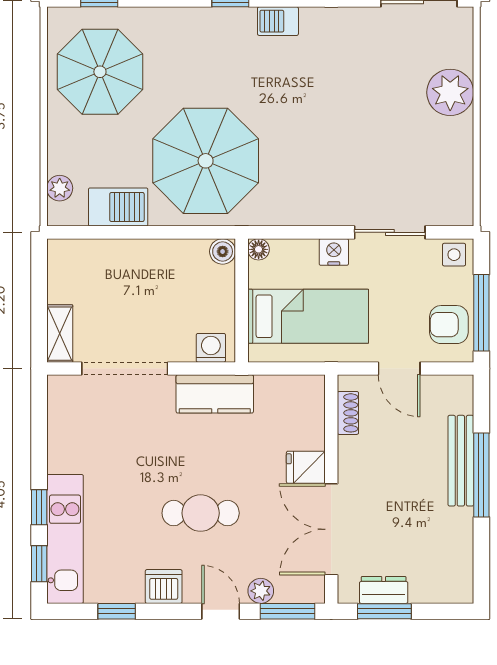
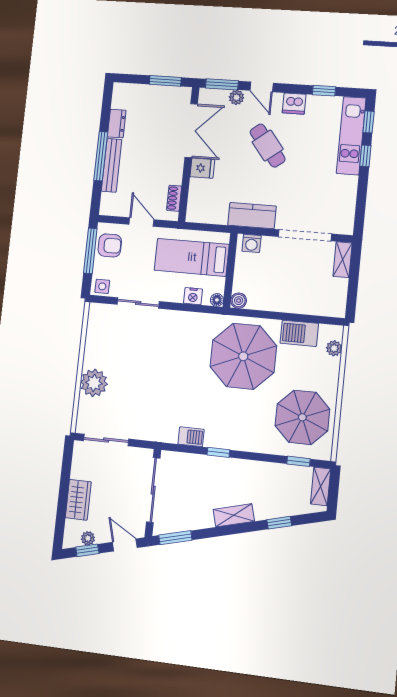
nightstand: (334, 252) -> (193, 296), moved
cafe table: (201, 513) -> (268, 146), turned 52
dresser: (384, 590) -> (117, 124), moved, turned -90

